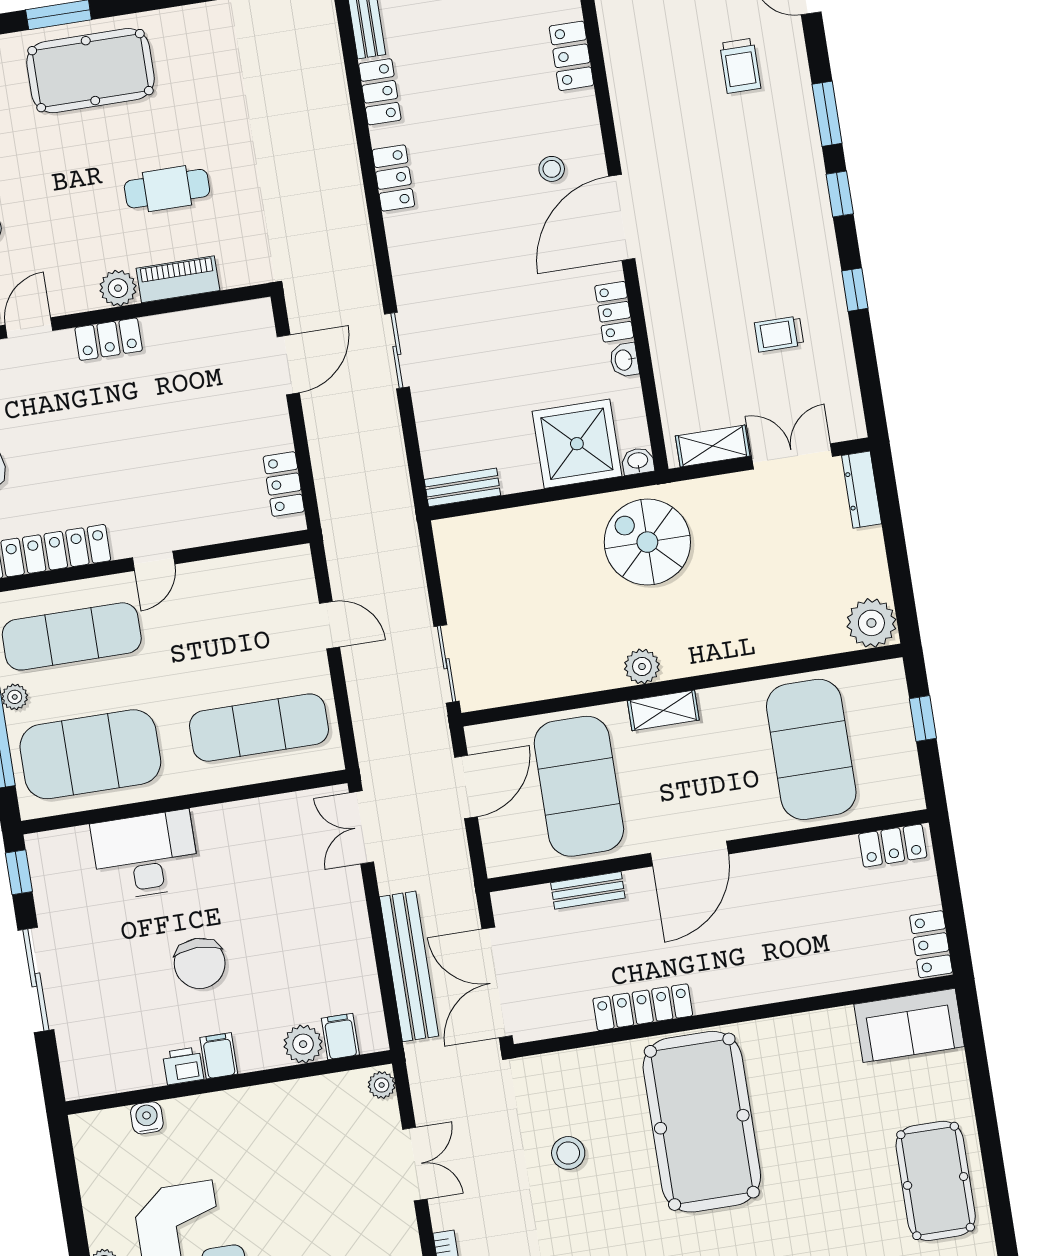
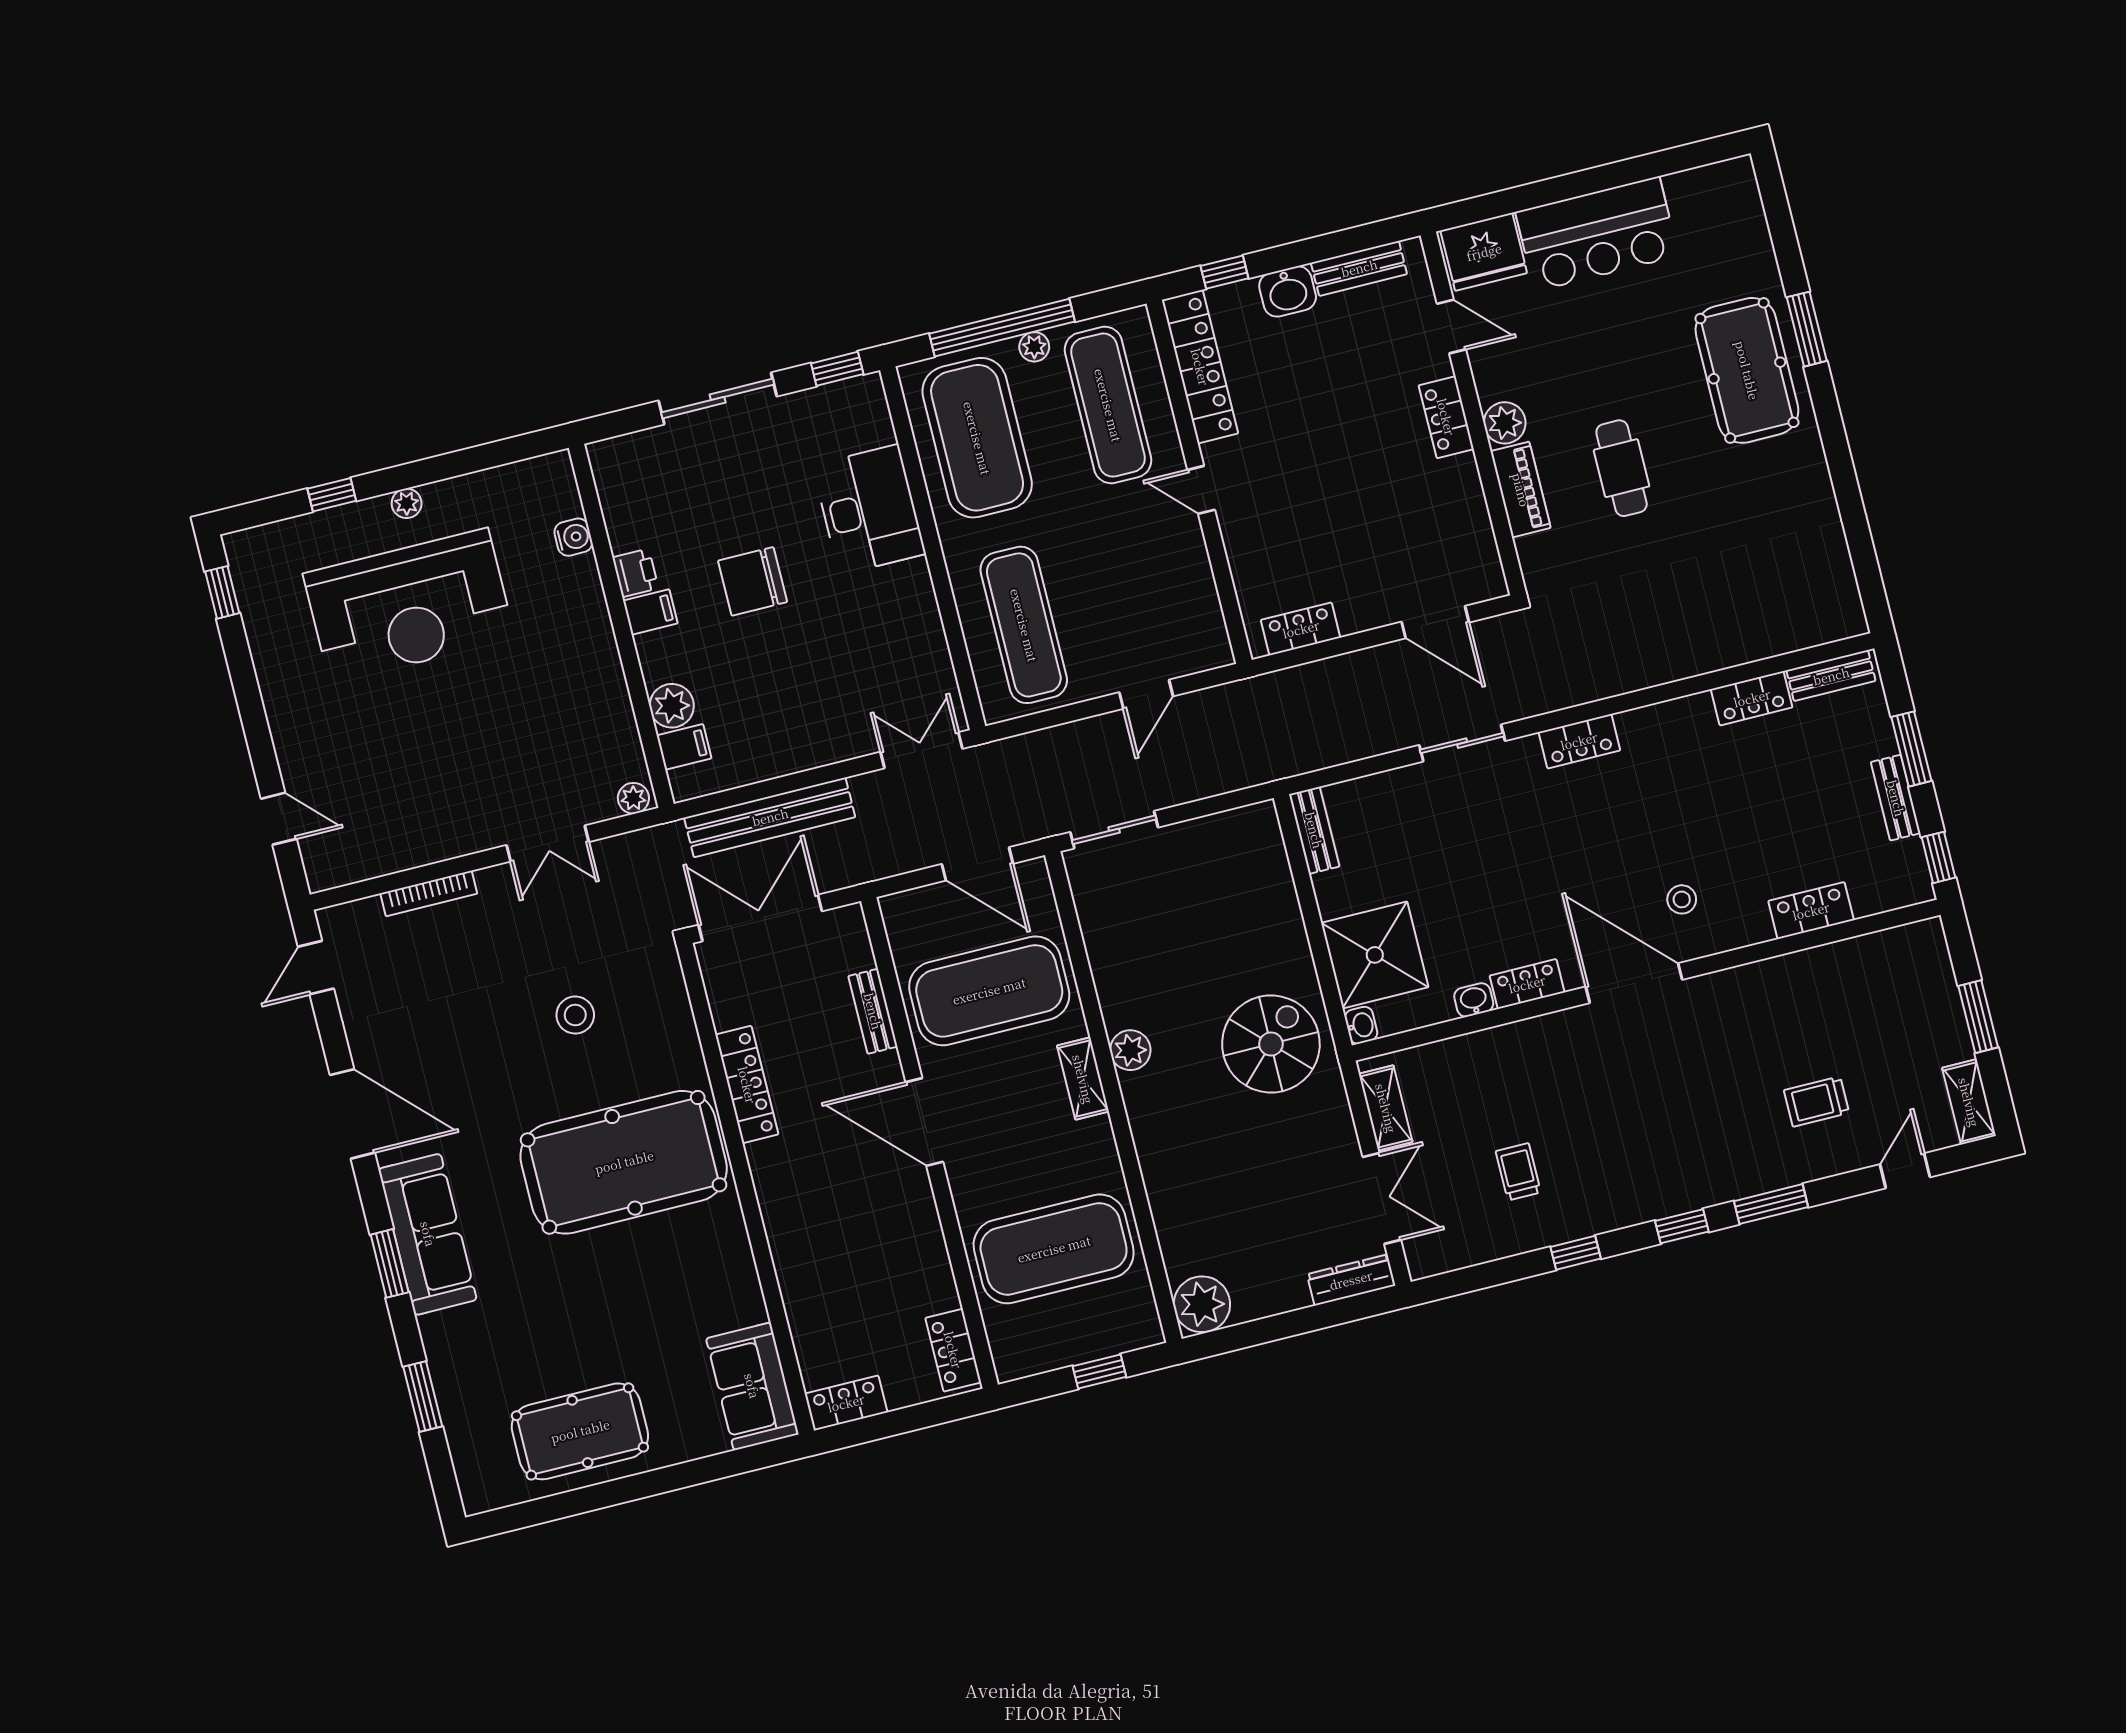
locker: (393, 178) -> (1579, 741), moved

